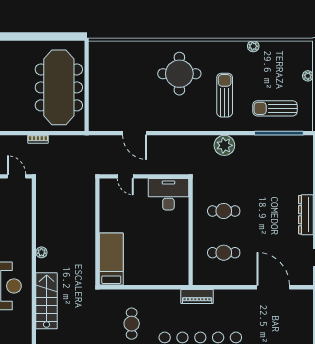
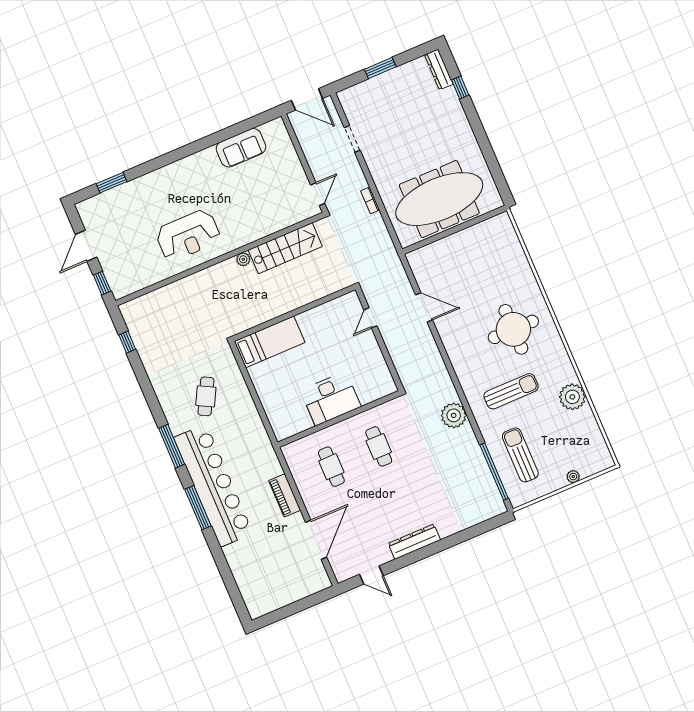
plant: (253, 46) -> (572, 397), width x1.87, depth x1.87
door: (135, 133) -> (424, 307), swing flipped
desk: (168, 194) -> (331, 399), moved, turned 90
piano: (197, 296) -> (285, 495), moved
stairs: (47, 301) -> (285, 248), moved
cafe table: (132, 324) -> (206, 396), turned -62

